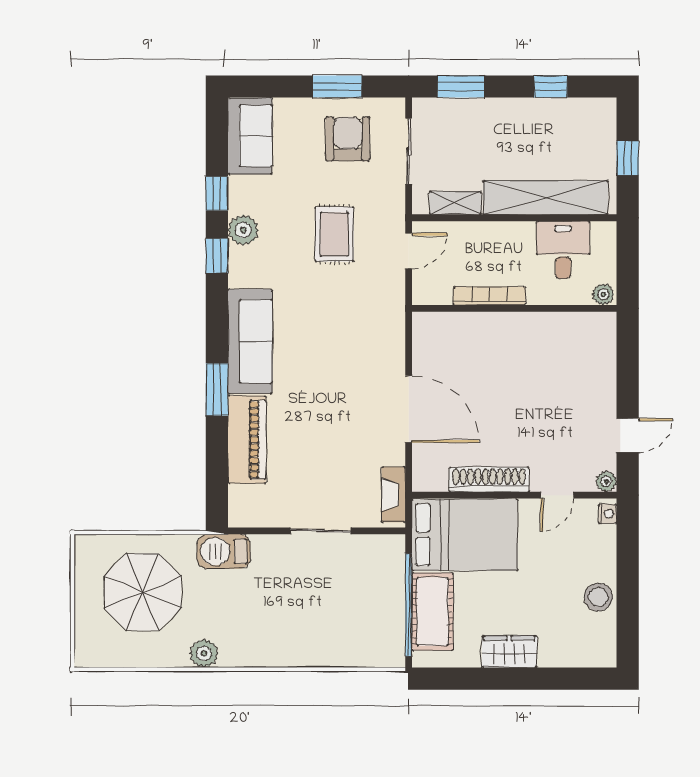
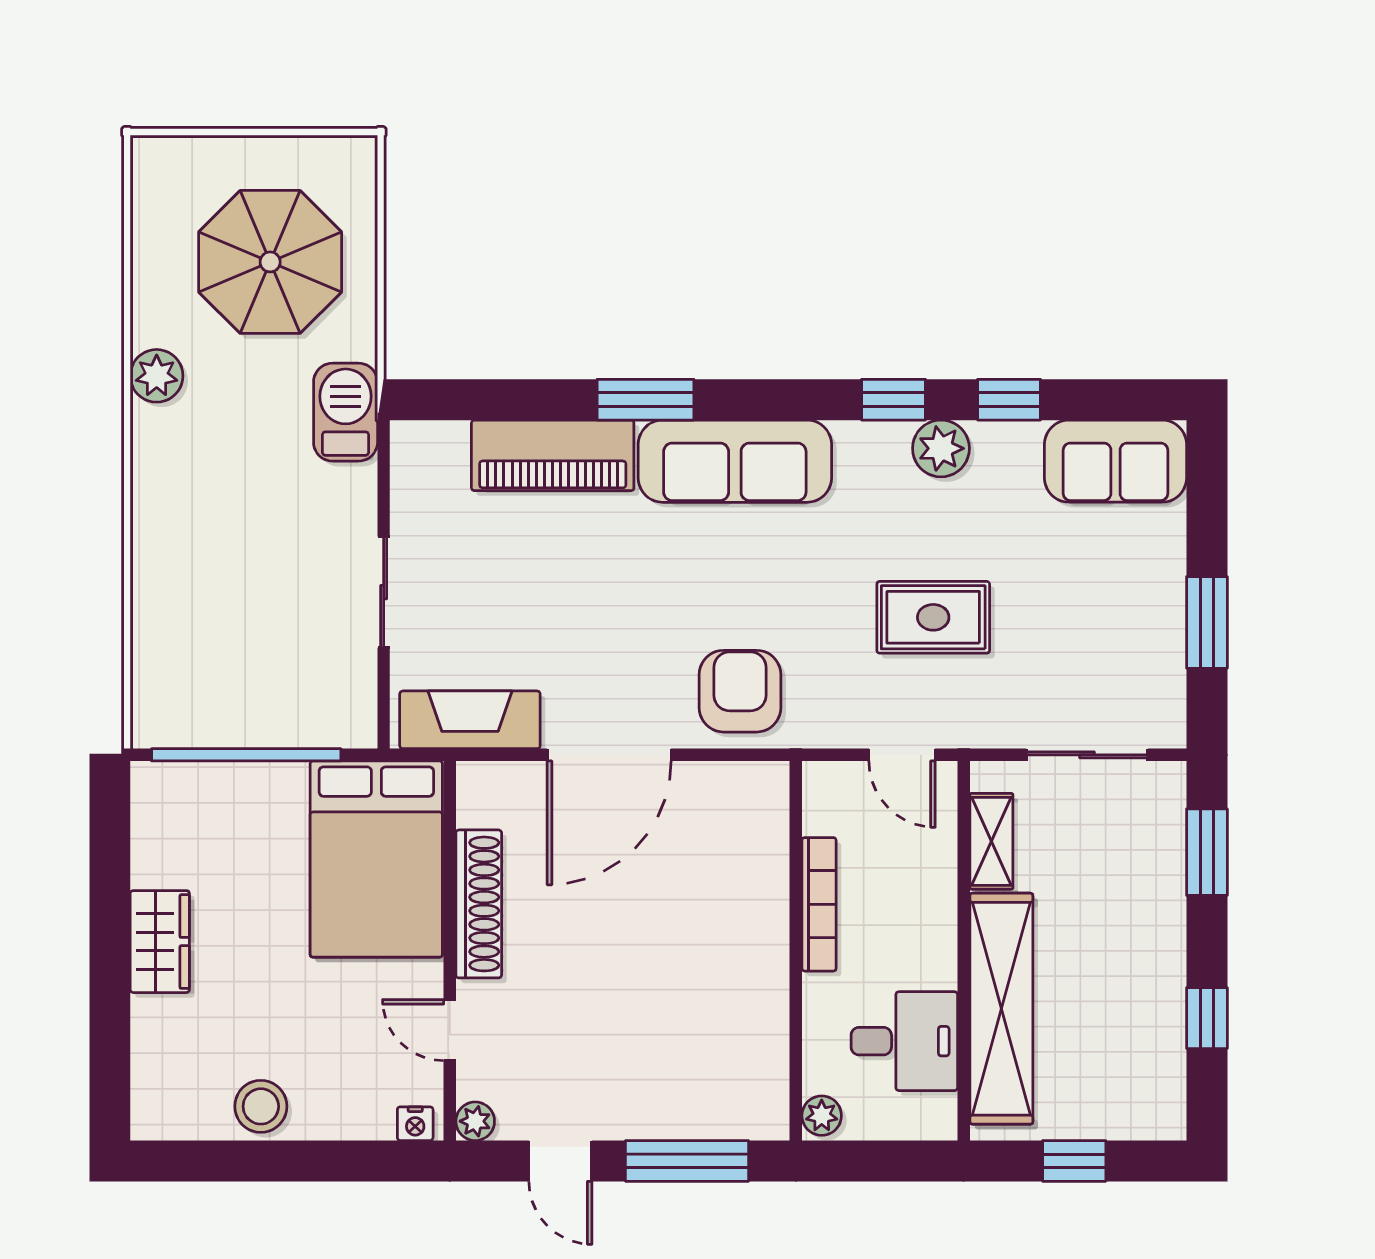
armchair: (348, 139) -> (740, 691), moved, turned -90
window: (628, 367) -> (687, 1161), added
fireplace: (393, 494) -> (470, 720), width x1.37, depth x1.32
cot: (433, 612) -> (234, 799), removed

